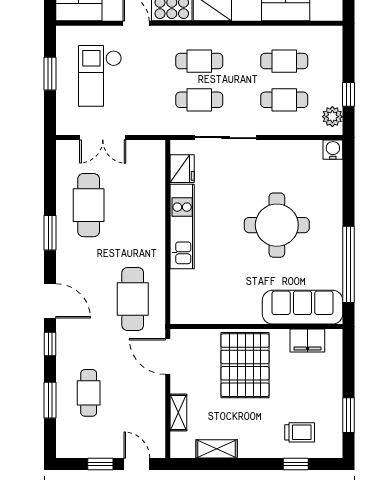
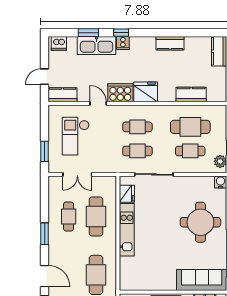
cafe table: (284, 61) -> (190, 127), width x1.37, depth x1.35
window: (50, 74) -> (45, 151), moved
cafe table: (89, 205) -> (69, 217), width x0.73, depth x0.74
cafe table: (133, 205) -> (96, 217), added
round table: (277, 225) -> (200, 222), moved

